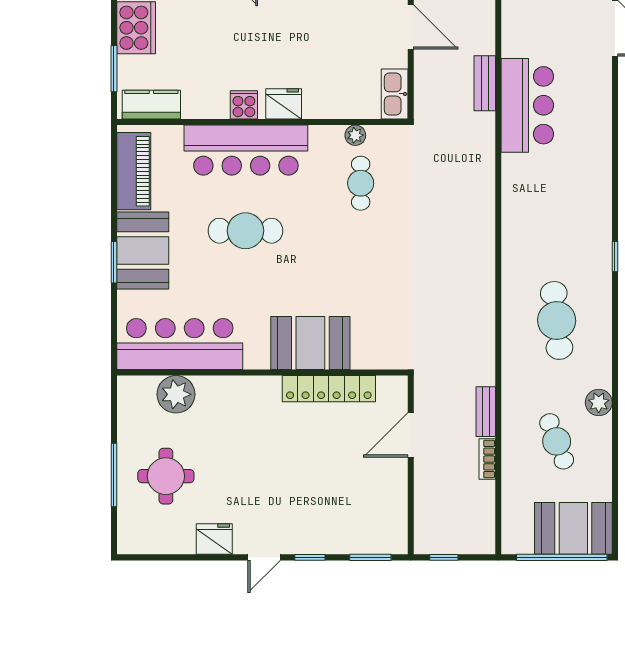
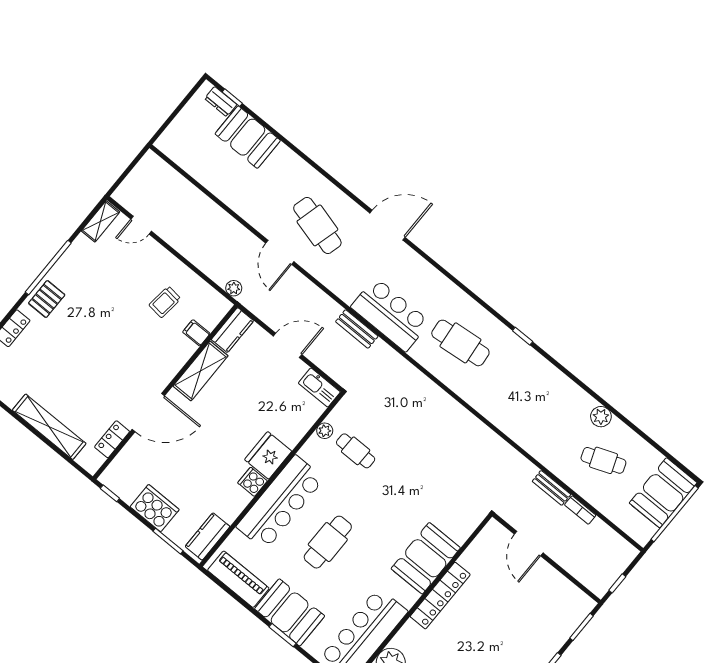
fridge: (284, 104) -> (268, 455), width x1.36, depth x1.34
cafe table: (557, 320) -> (460, 343), moved
locker: (329, 389) -> (440, 596), moved

